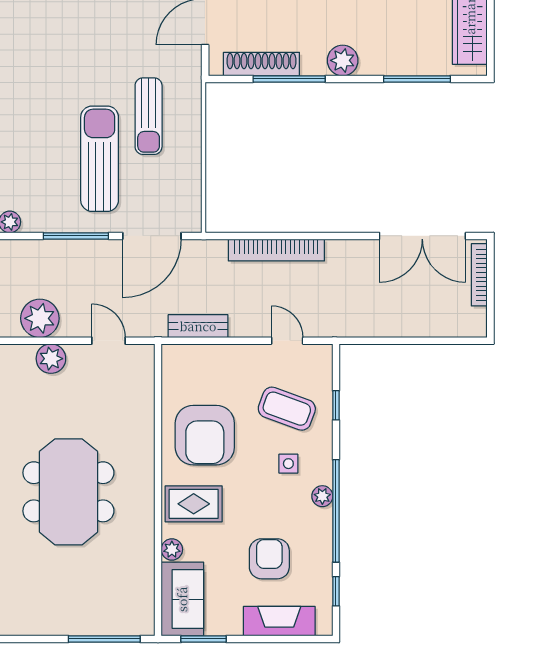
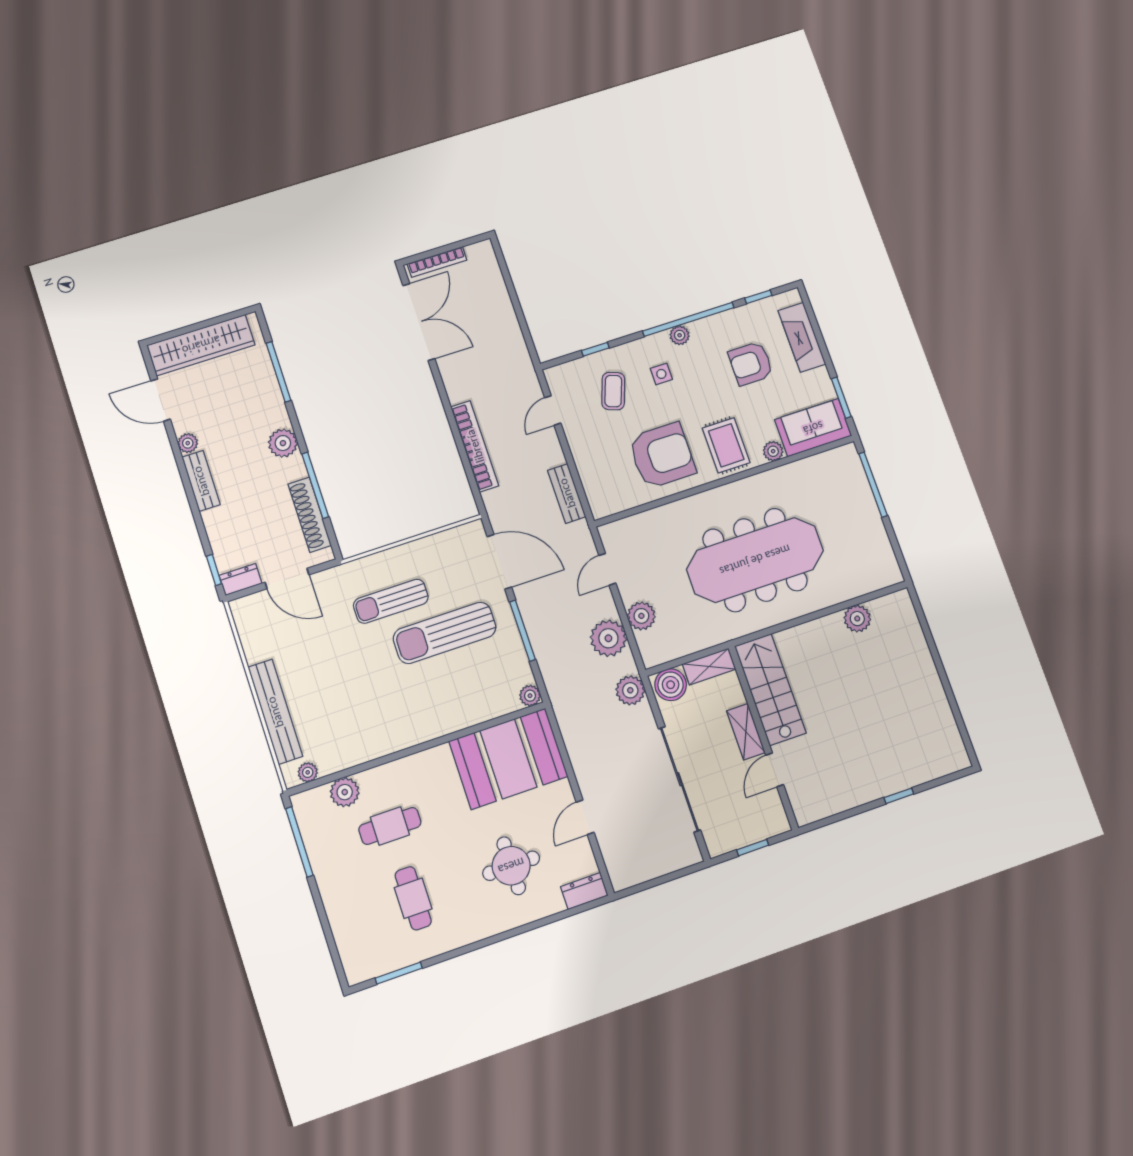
sun lounger: (149, 116) -> (391, 601), turned 180
coffee table: (287, 409) -> (613, 391), width x0.73, depth x0.77
meeting table: (68, 492) -> (755, 560), width x1.36

